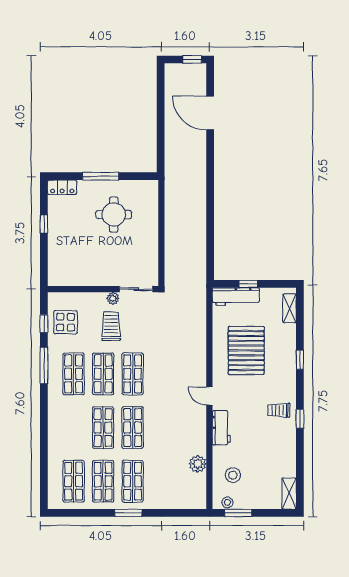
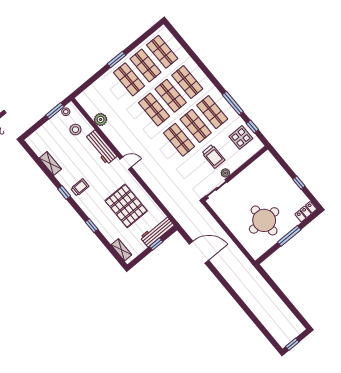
door: (210, 113) -> (199, 252), moved
round table: (114, 214) -> (264, 220), width x1.36, depth x1.36
shop shelf: (74, 428) -> (187, 82), added
workbench: (221, 428) -> (101, 147), width x1.38
shelving: (289, 494) -> (50, 164), moved

